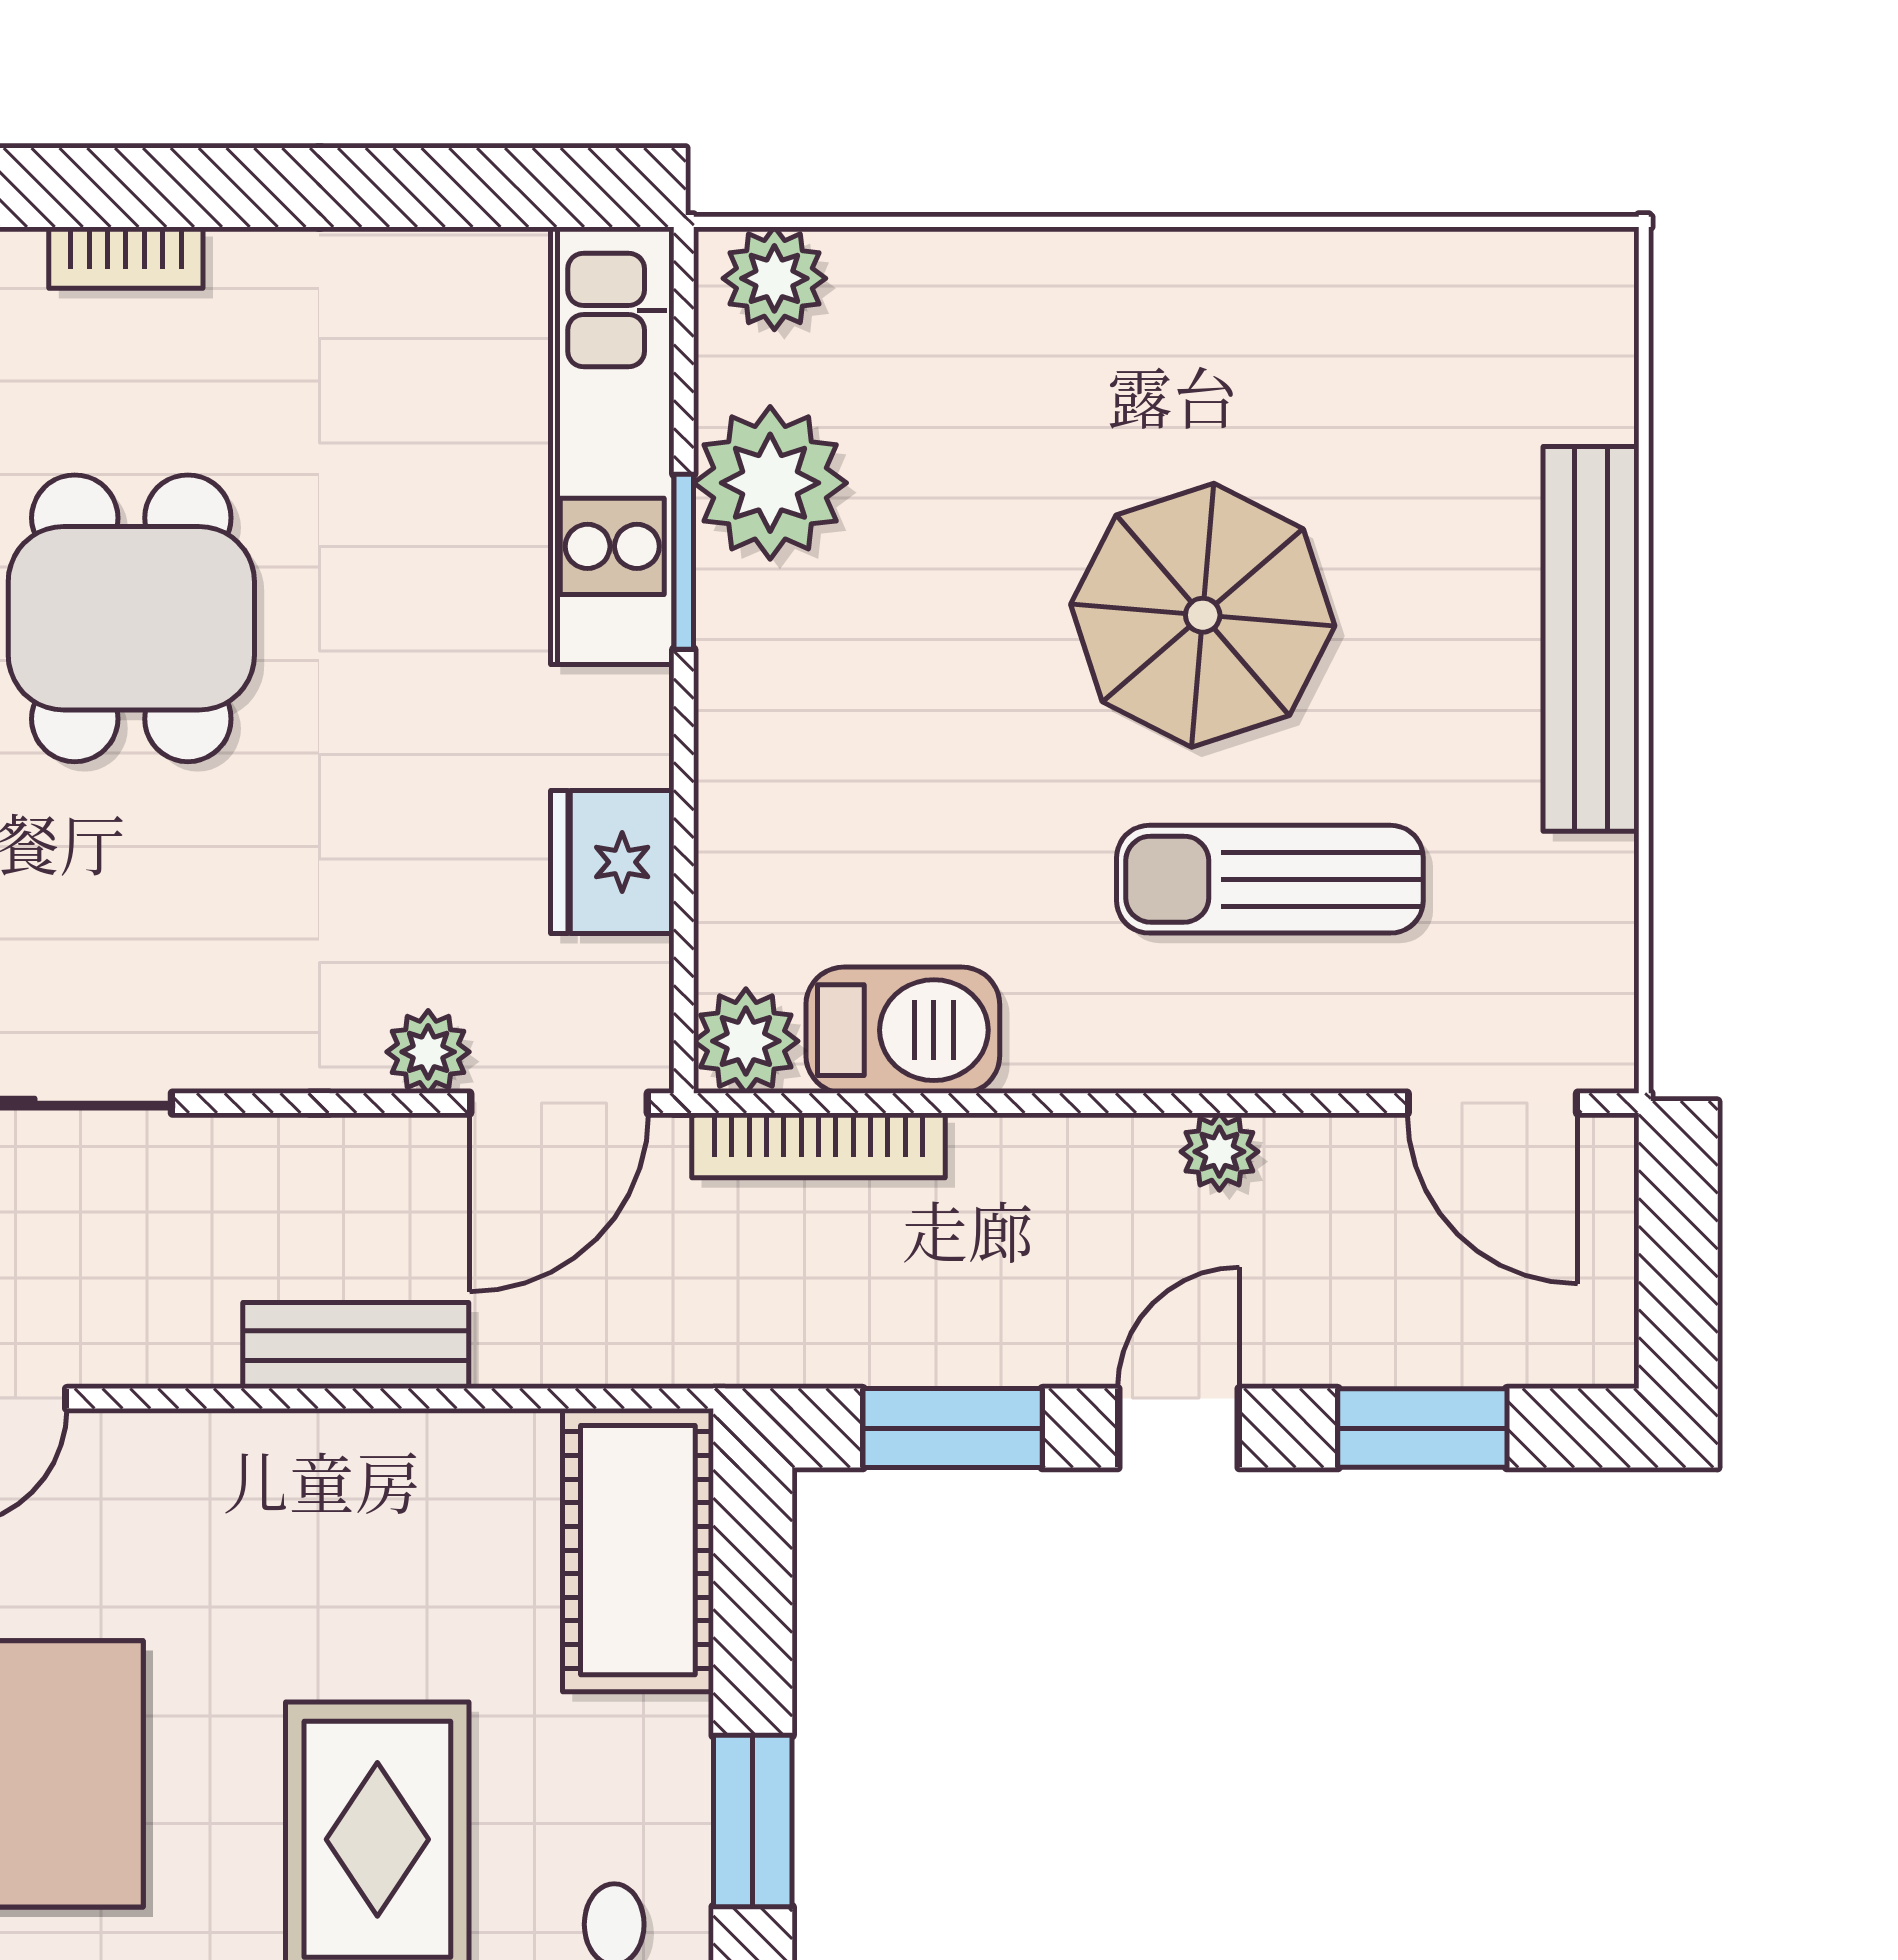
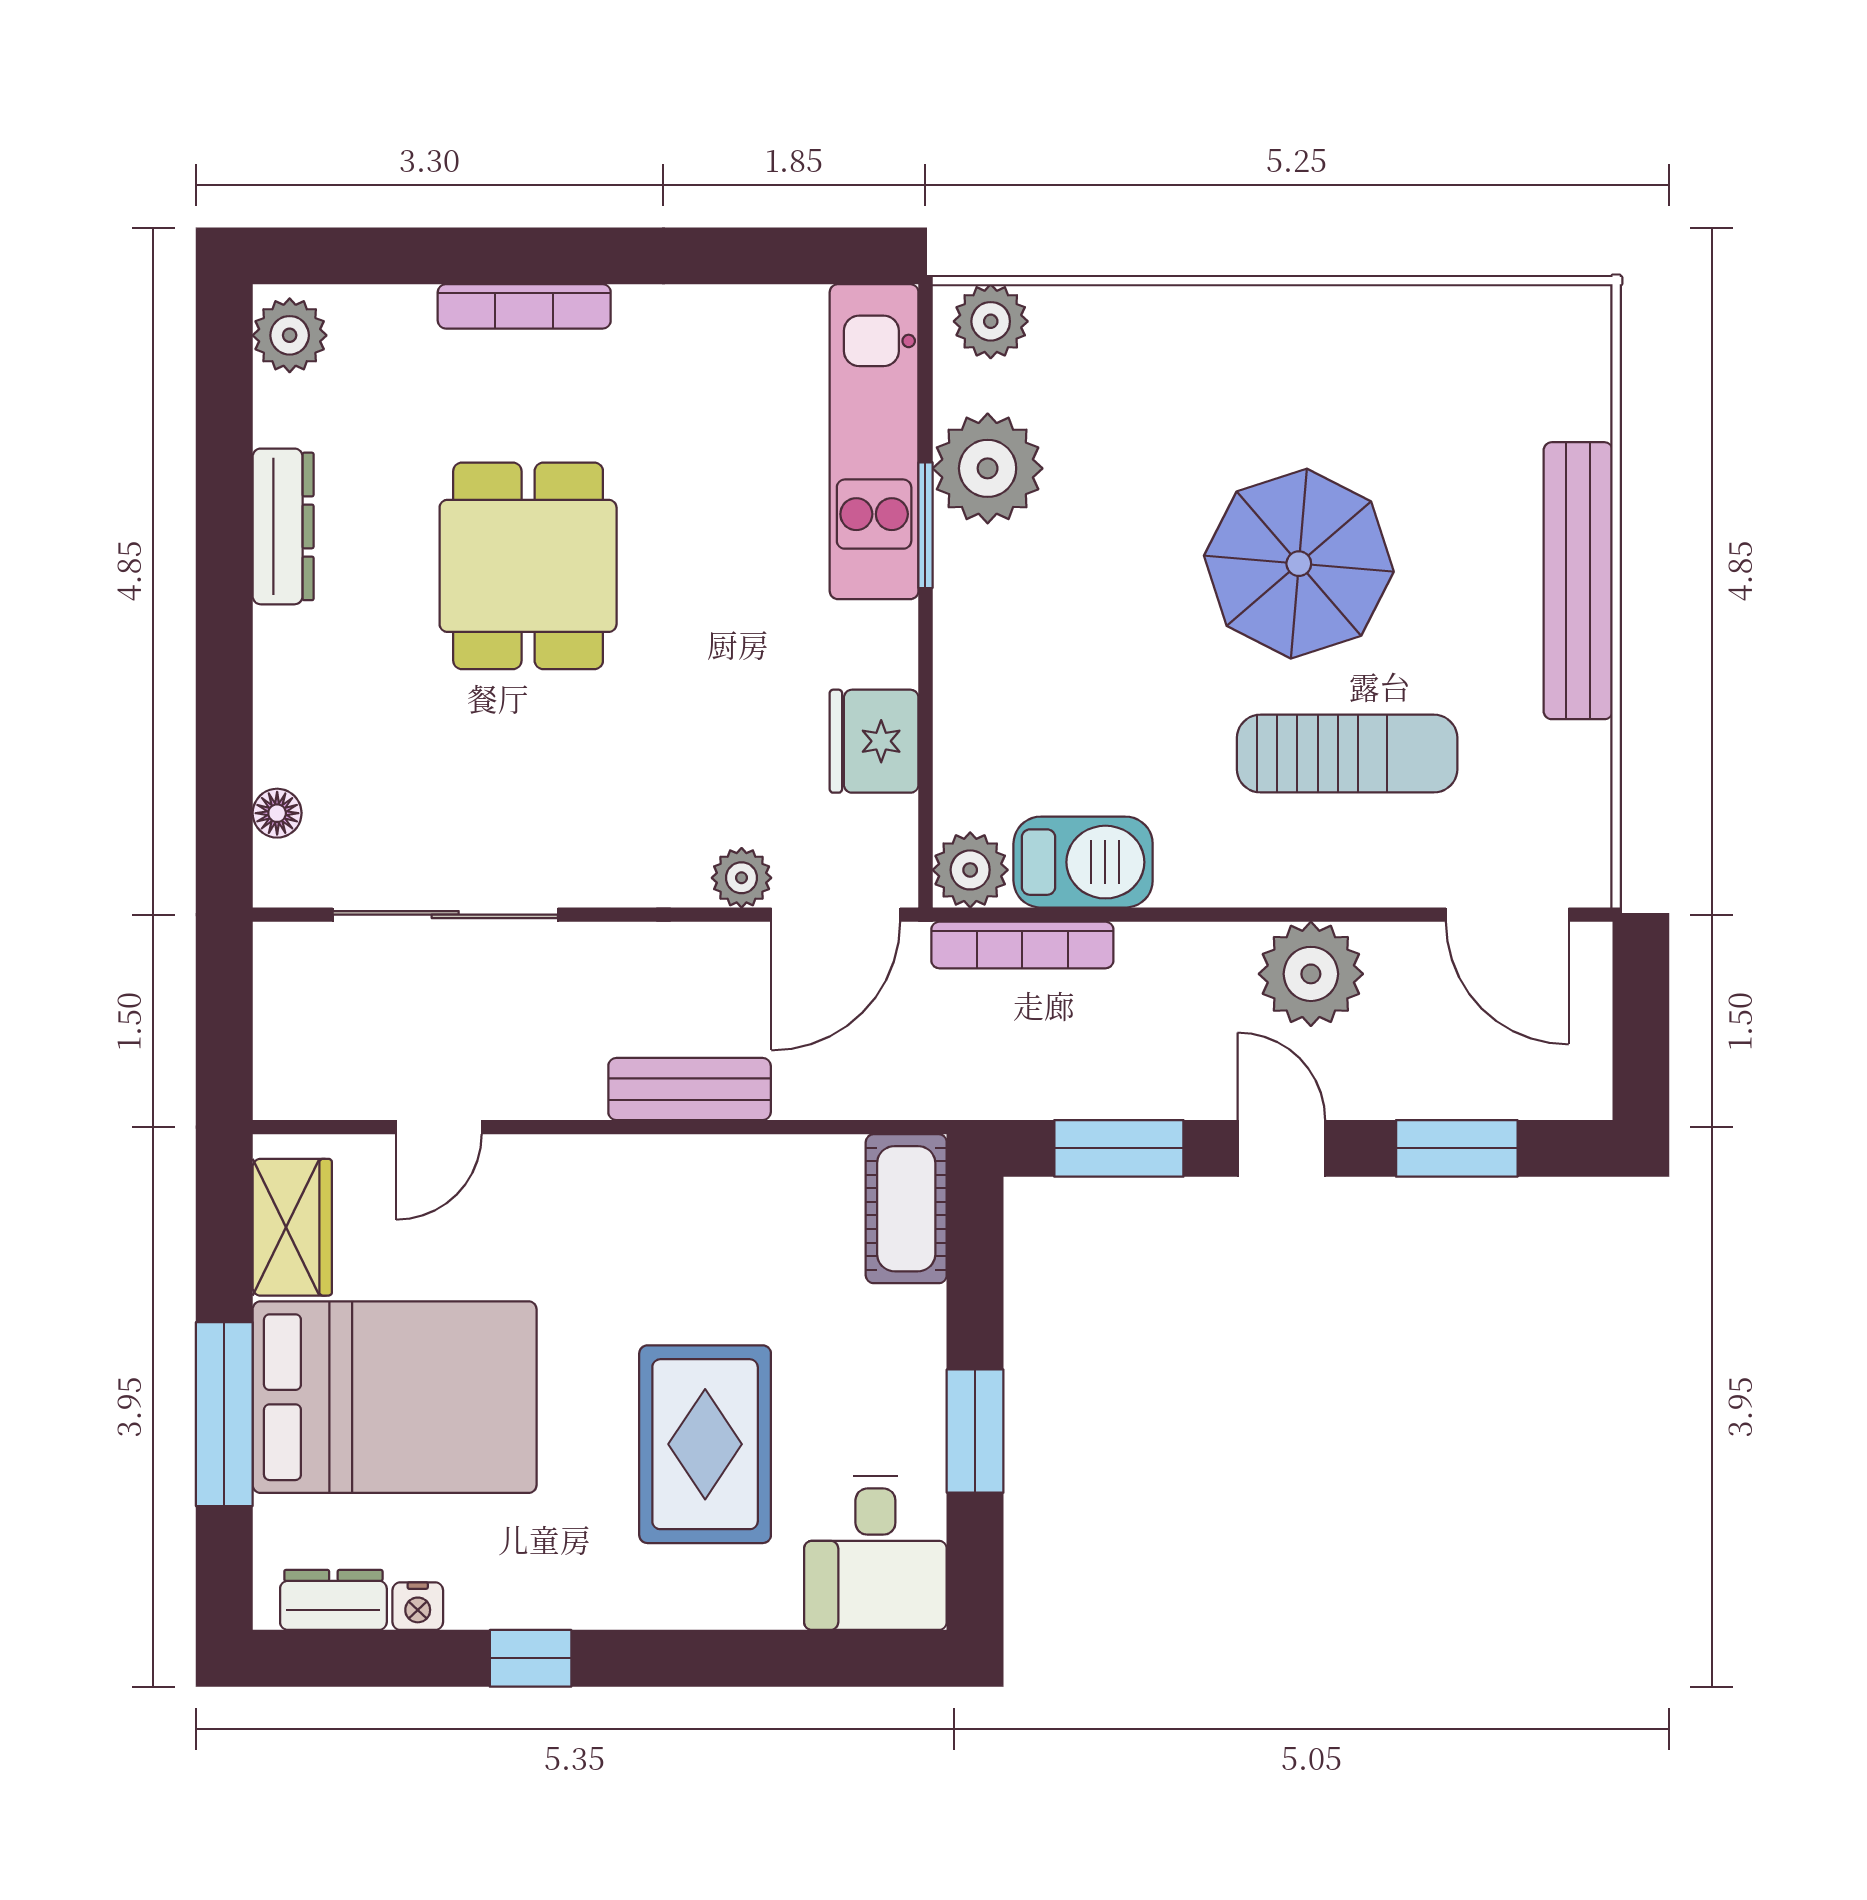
bookcase: (126, 258) -> (524, 306), width x1.56
sun lounger: (1270, 879) -> (1347, 754), turned 180
plant: (1219, 1152) -> (1311, 974), width x1.88, depth x1.88
door: (1179, 1428) -> (1281, 1148), hinge flipped
cot: (638, 1550) -> (906, 1209), width x0.73, depth x0.75

